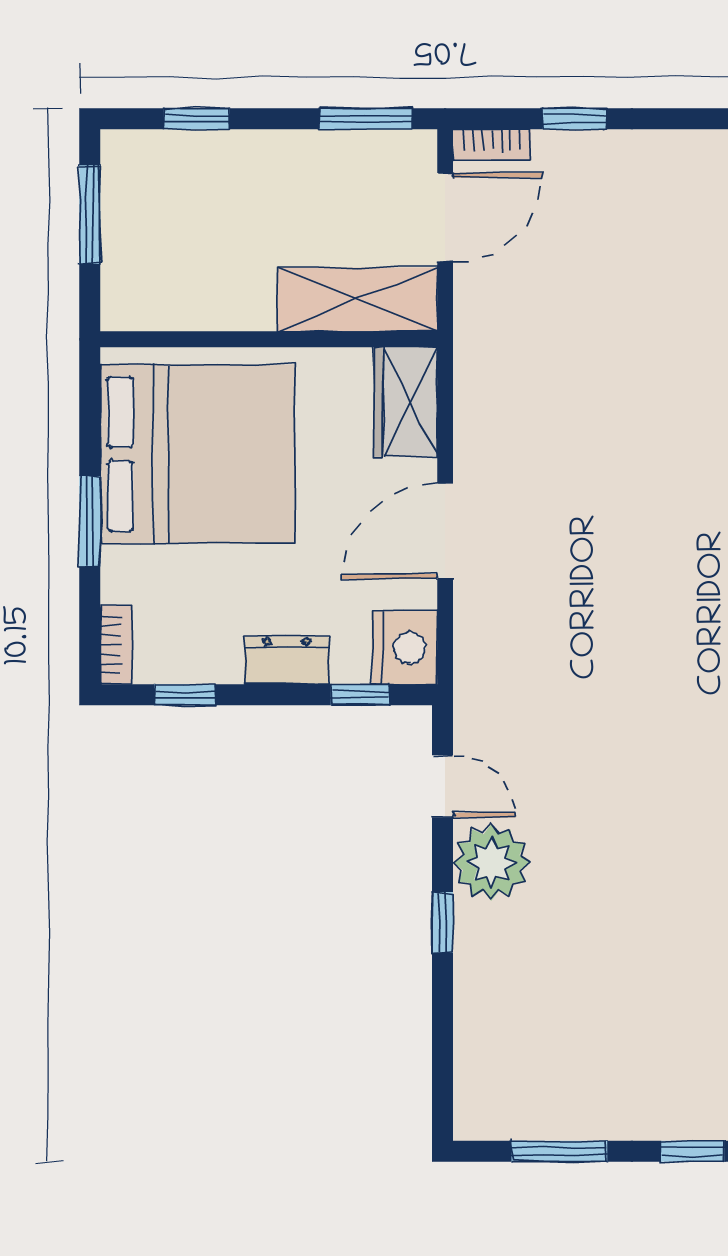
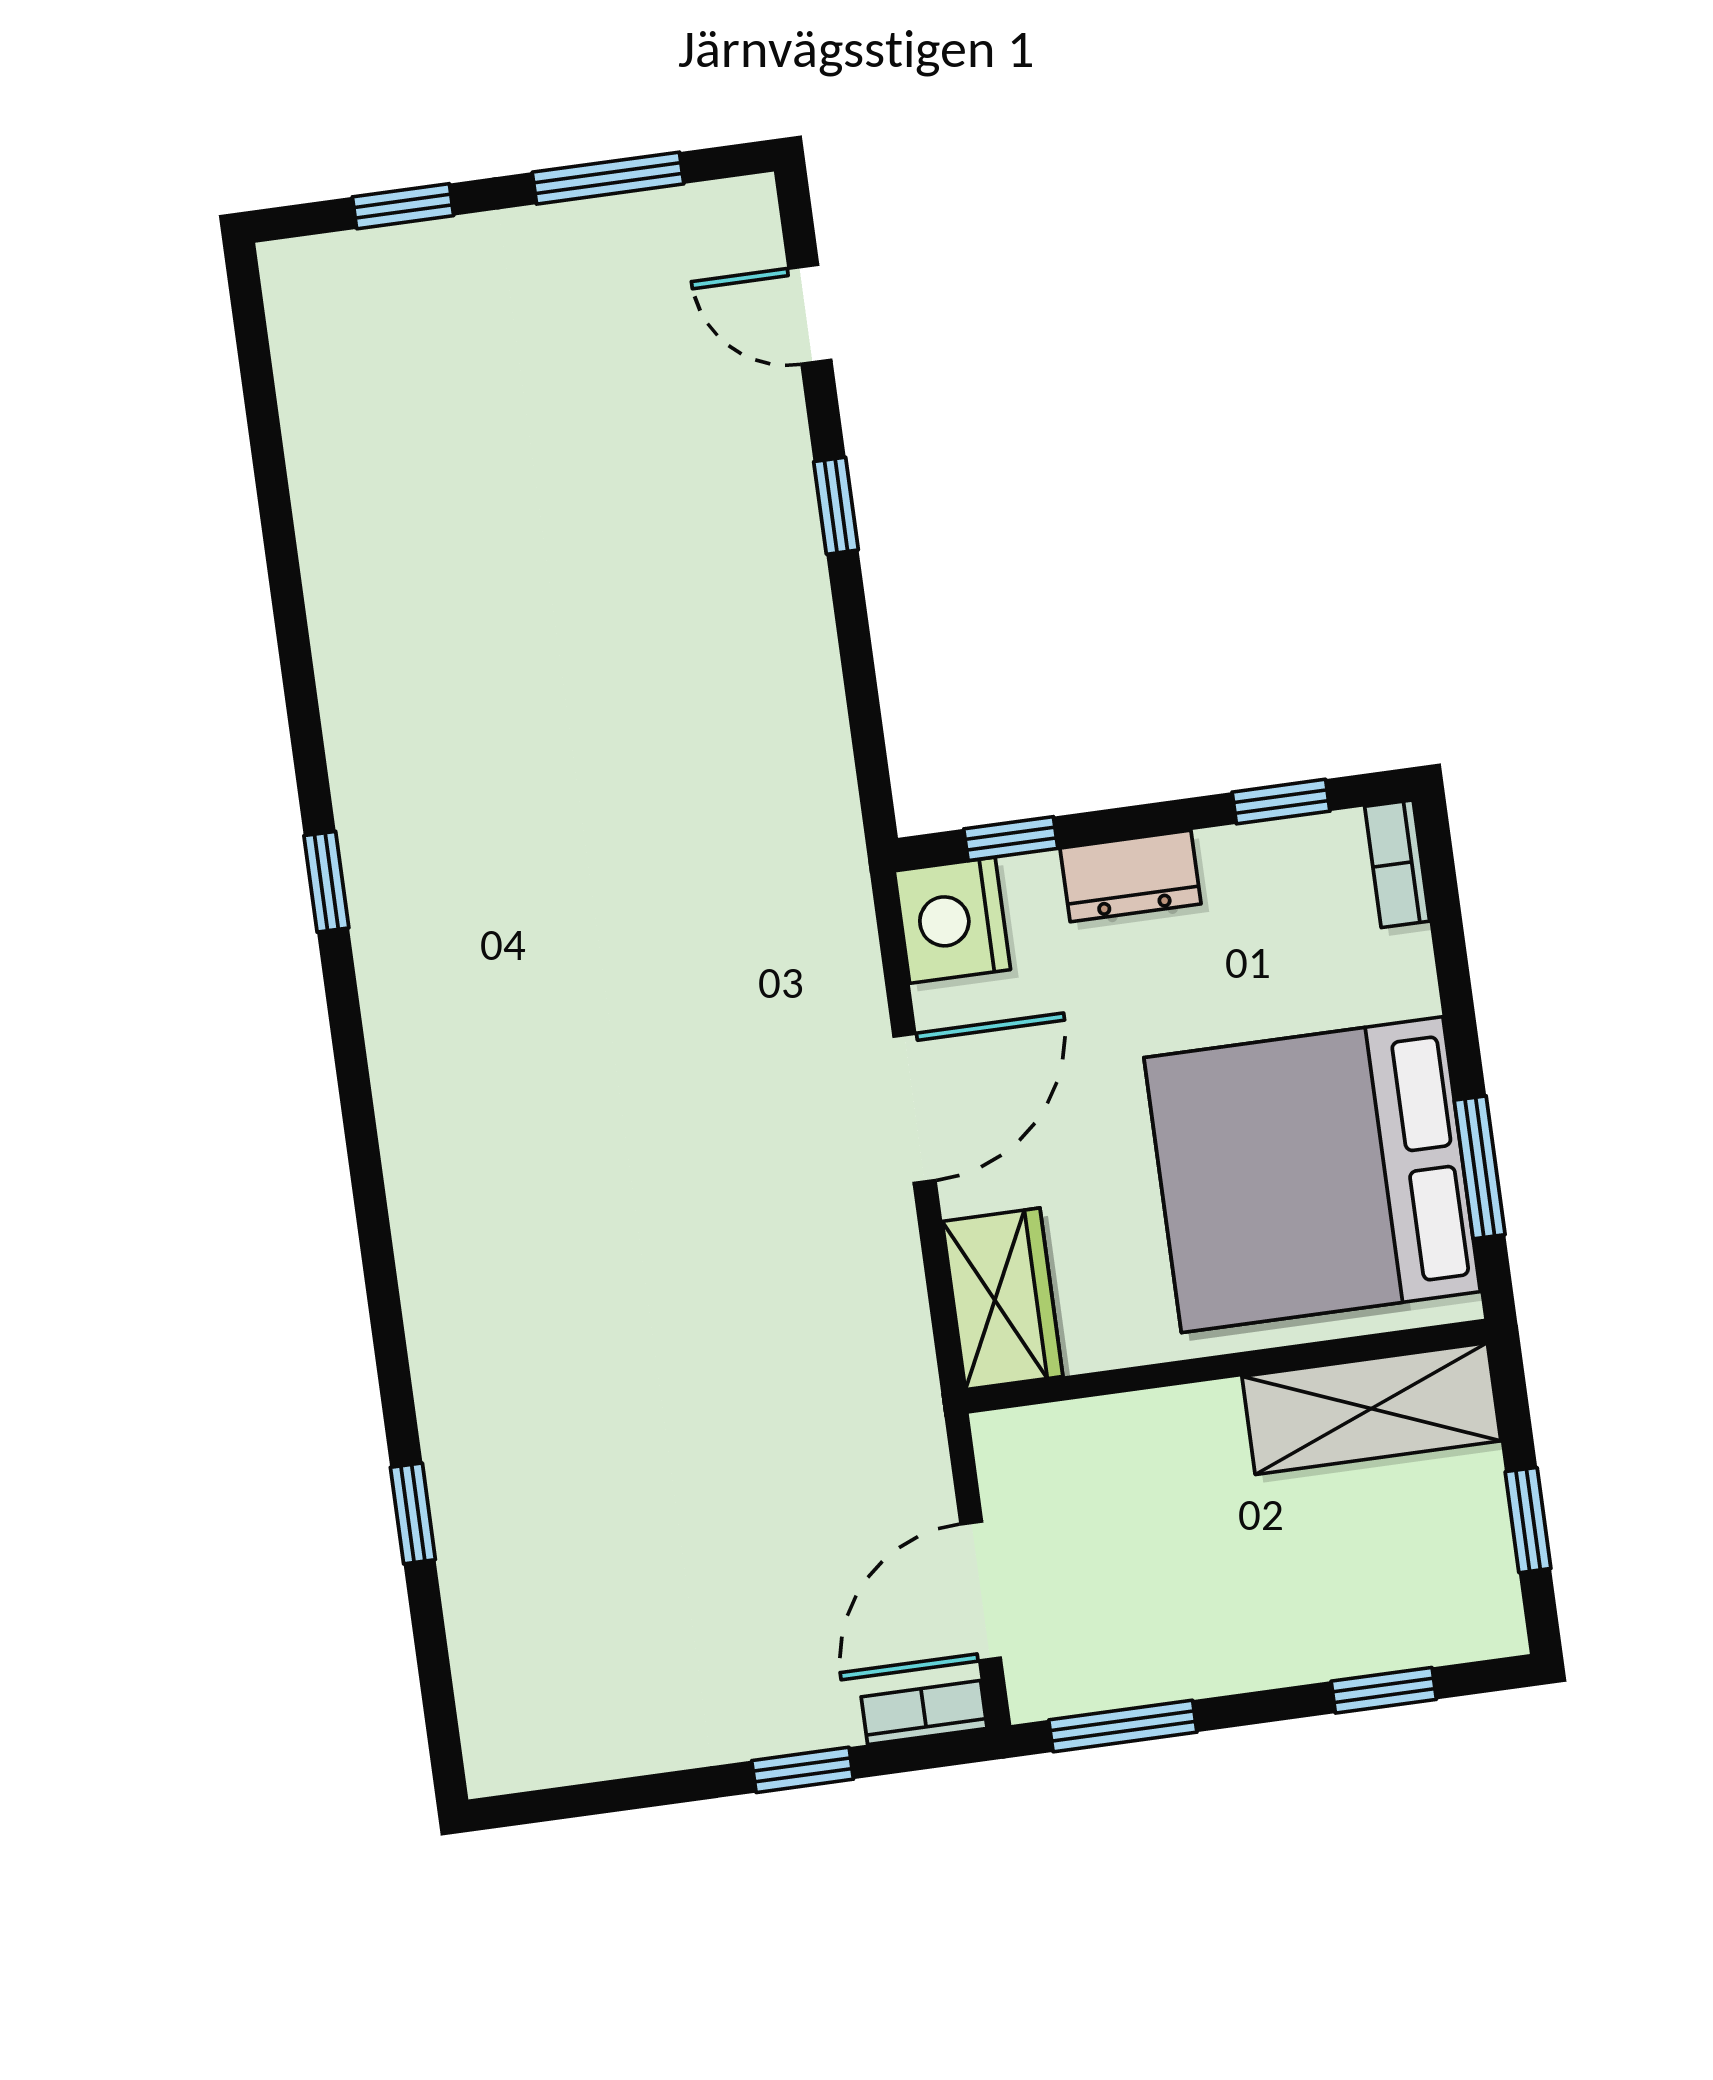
window: (90, 215) -> (1528, 1520), width x0.67
shelving: (357, 300) -> (1371, 1409), moved
window: (90, 521) -> (1480, 1167), moved
door: (442, 786) -> (810, 314), moved
plant: (491, 863) -> (774, 608), removed

